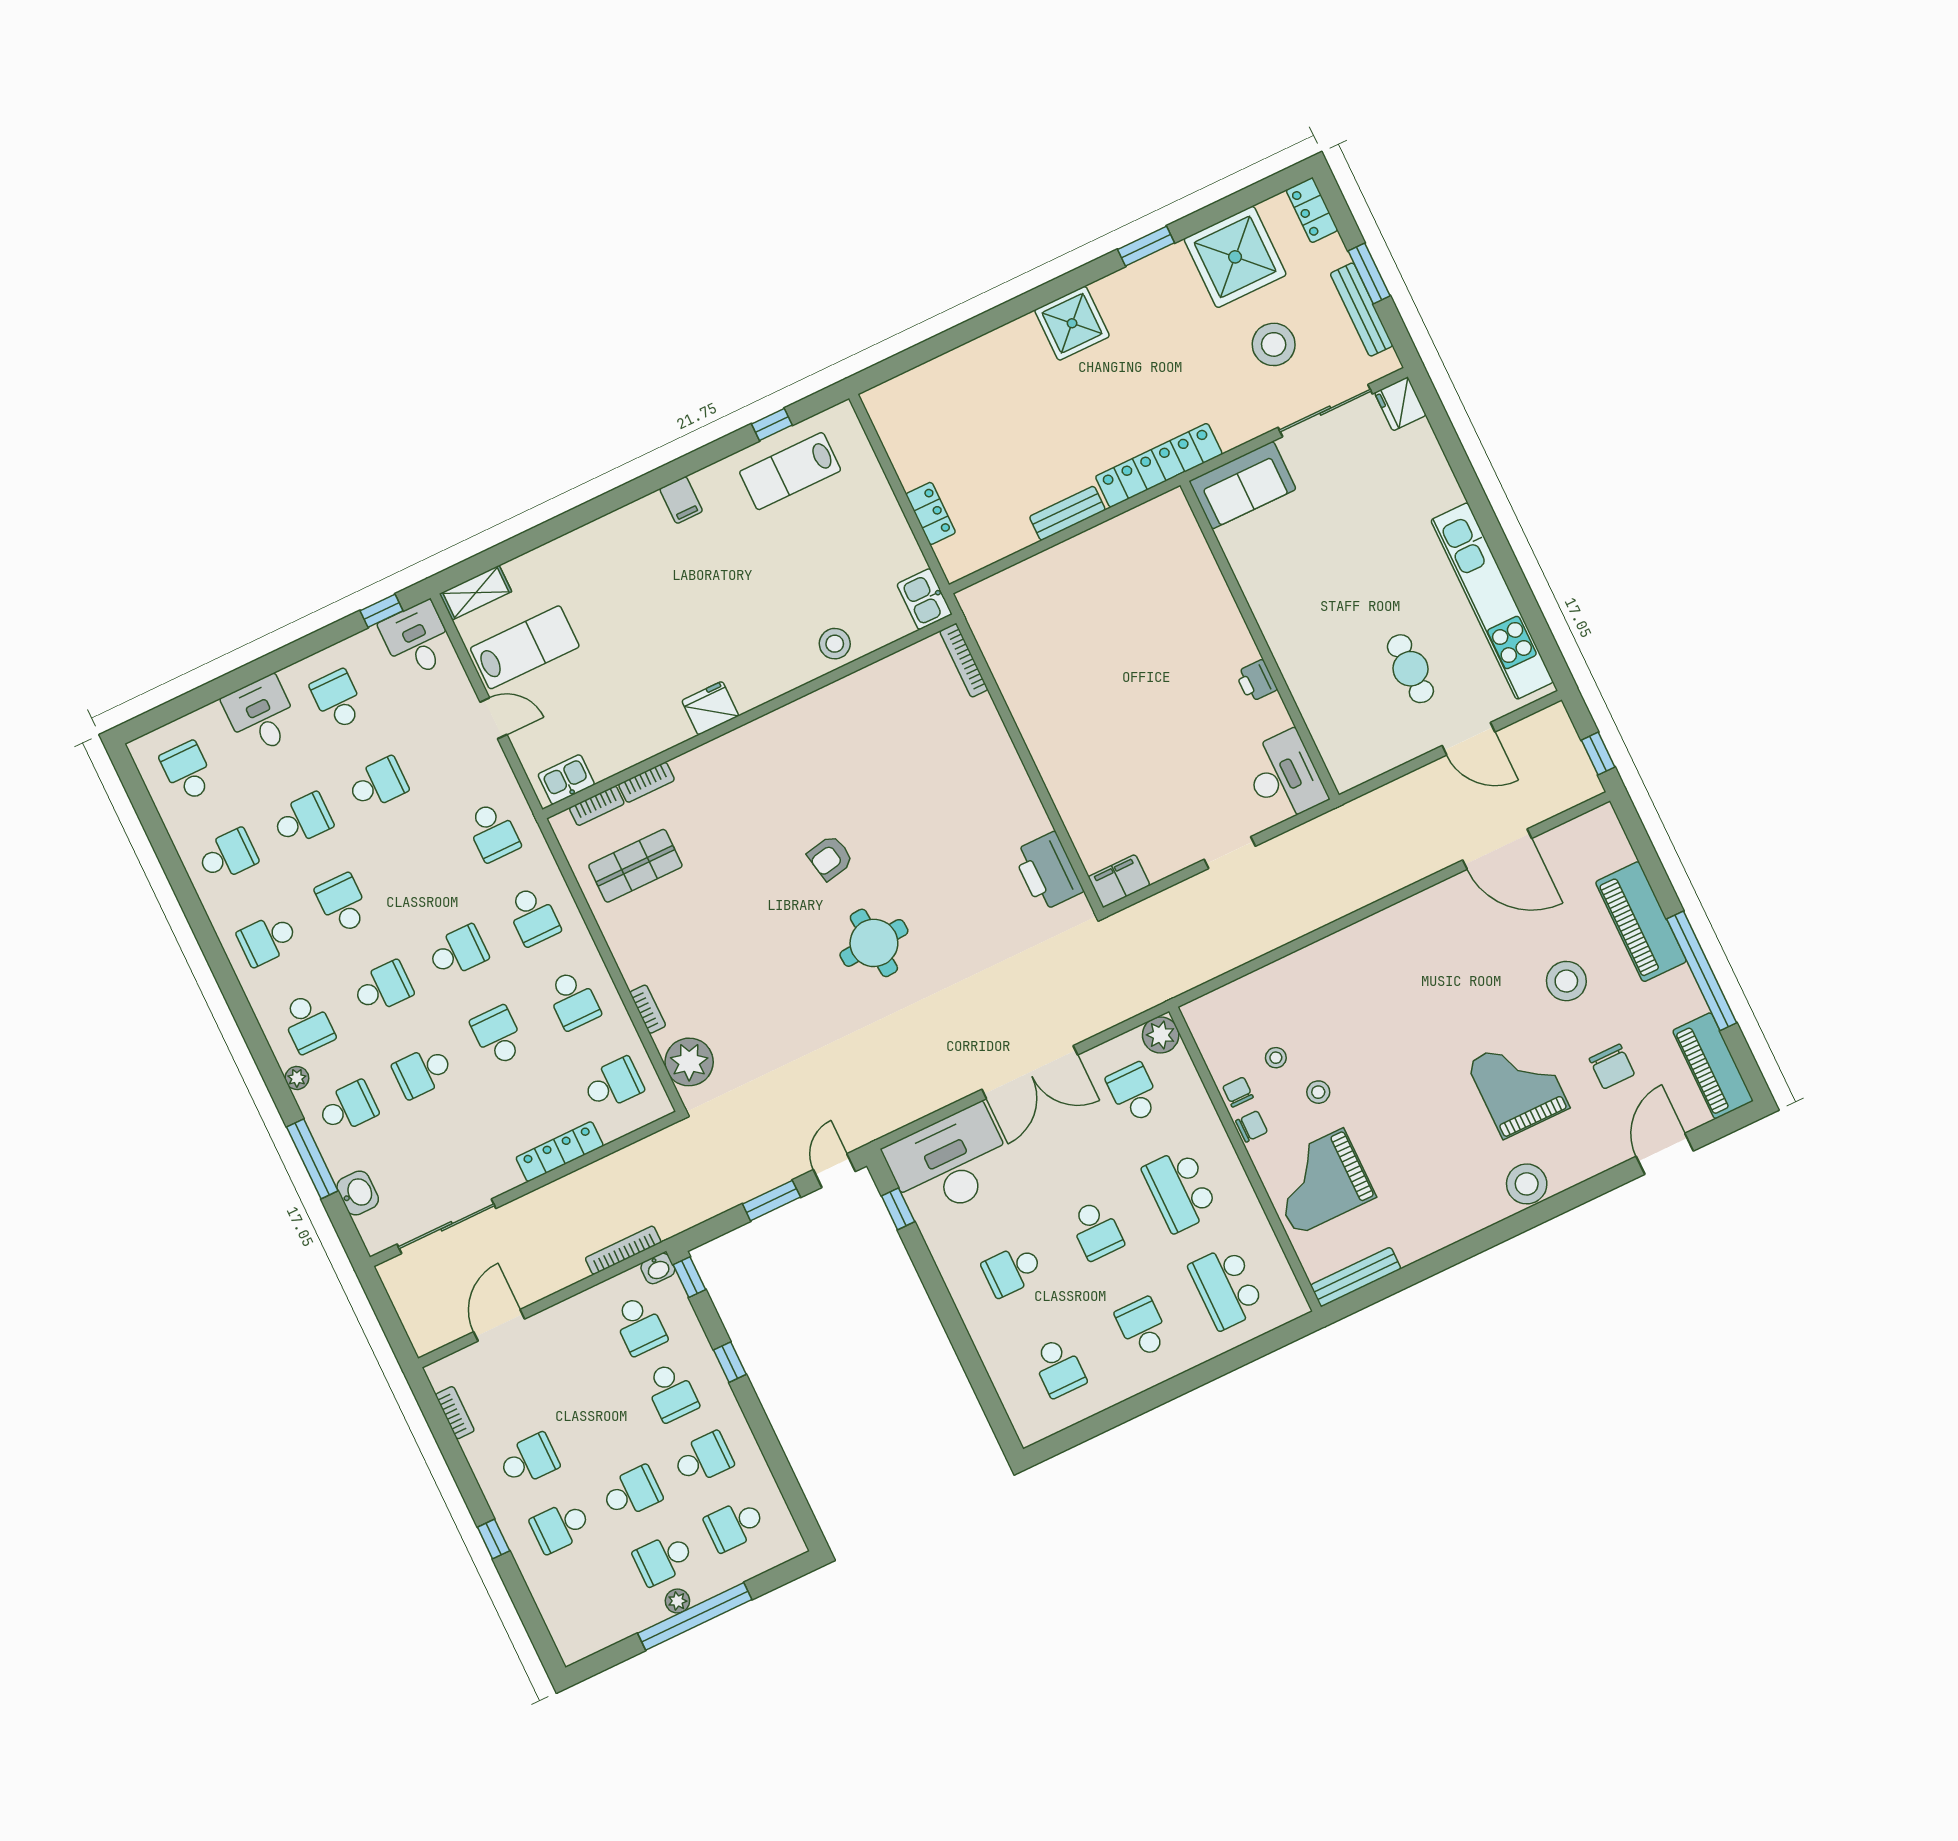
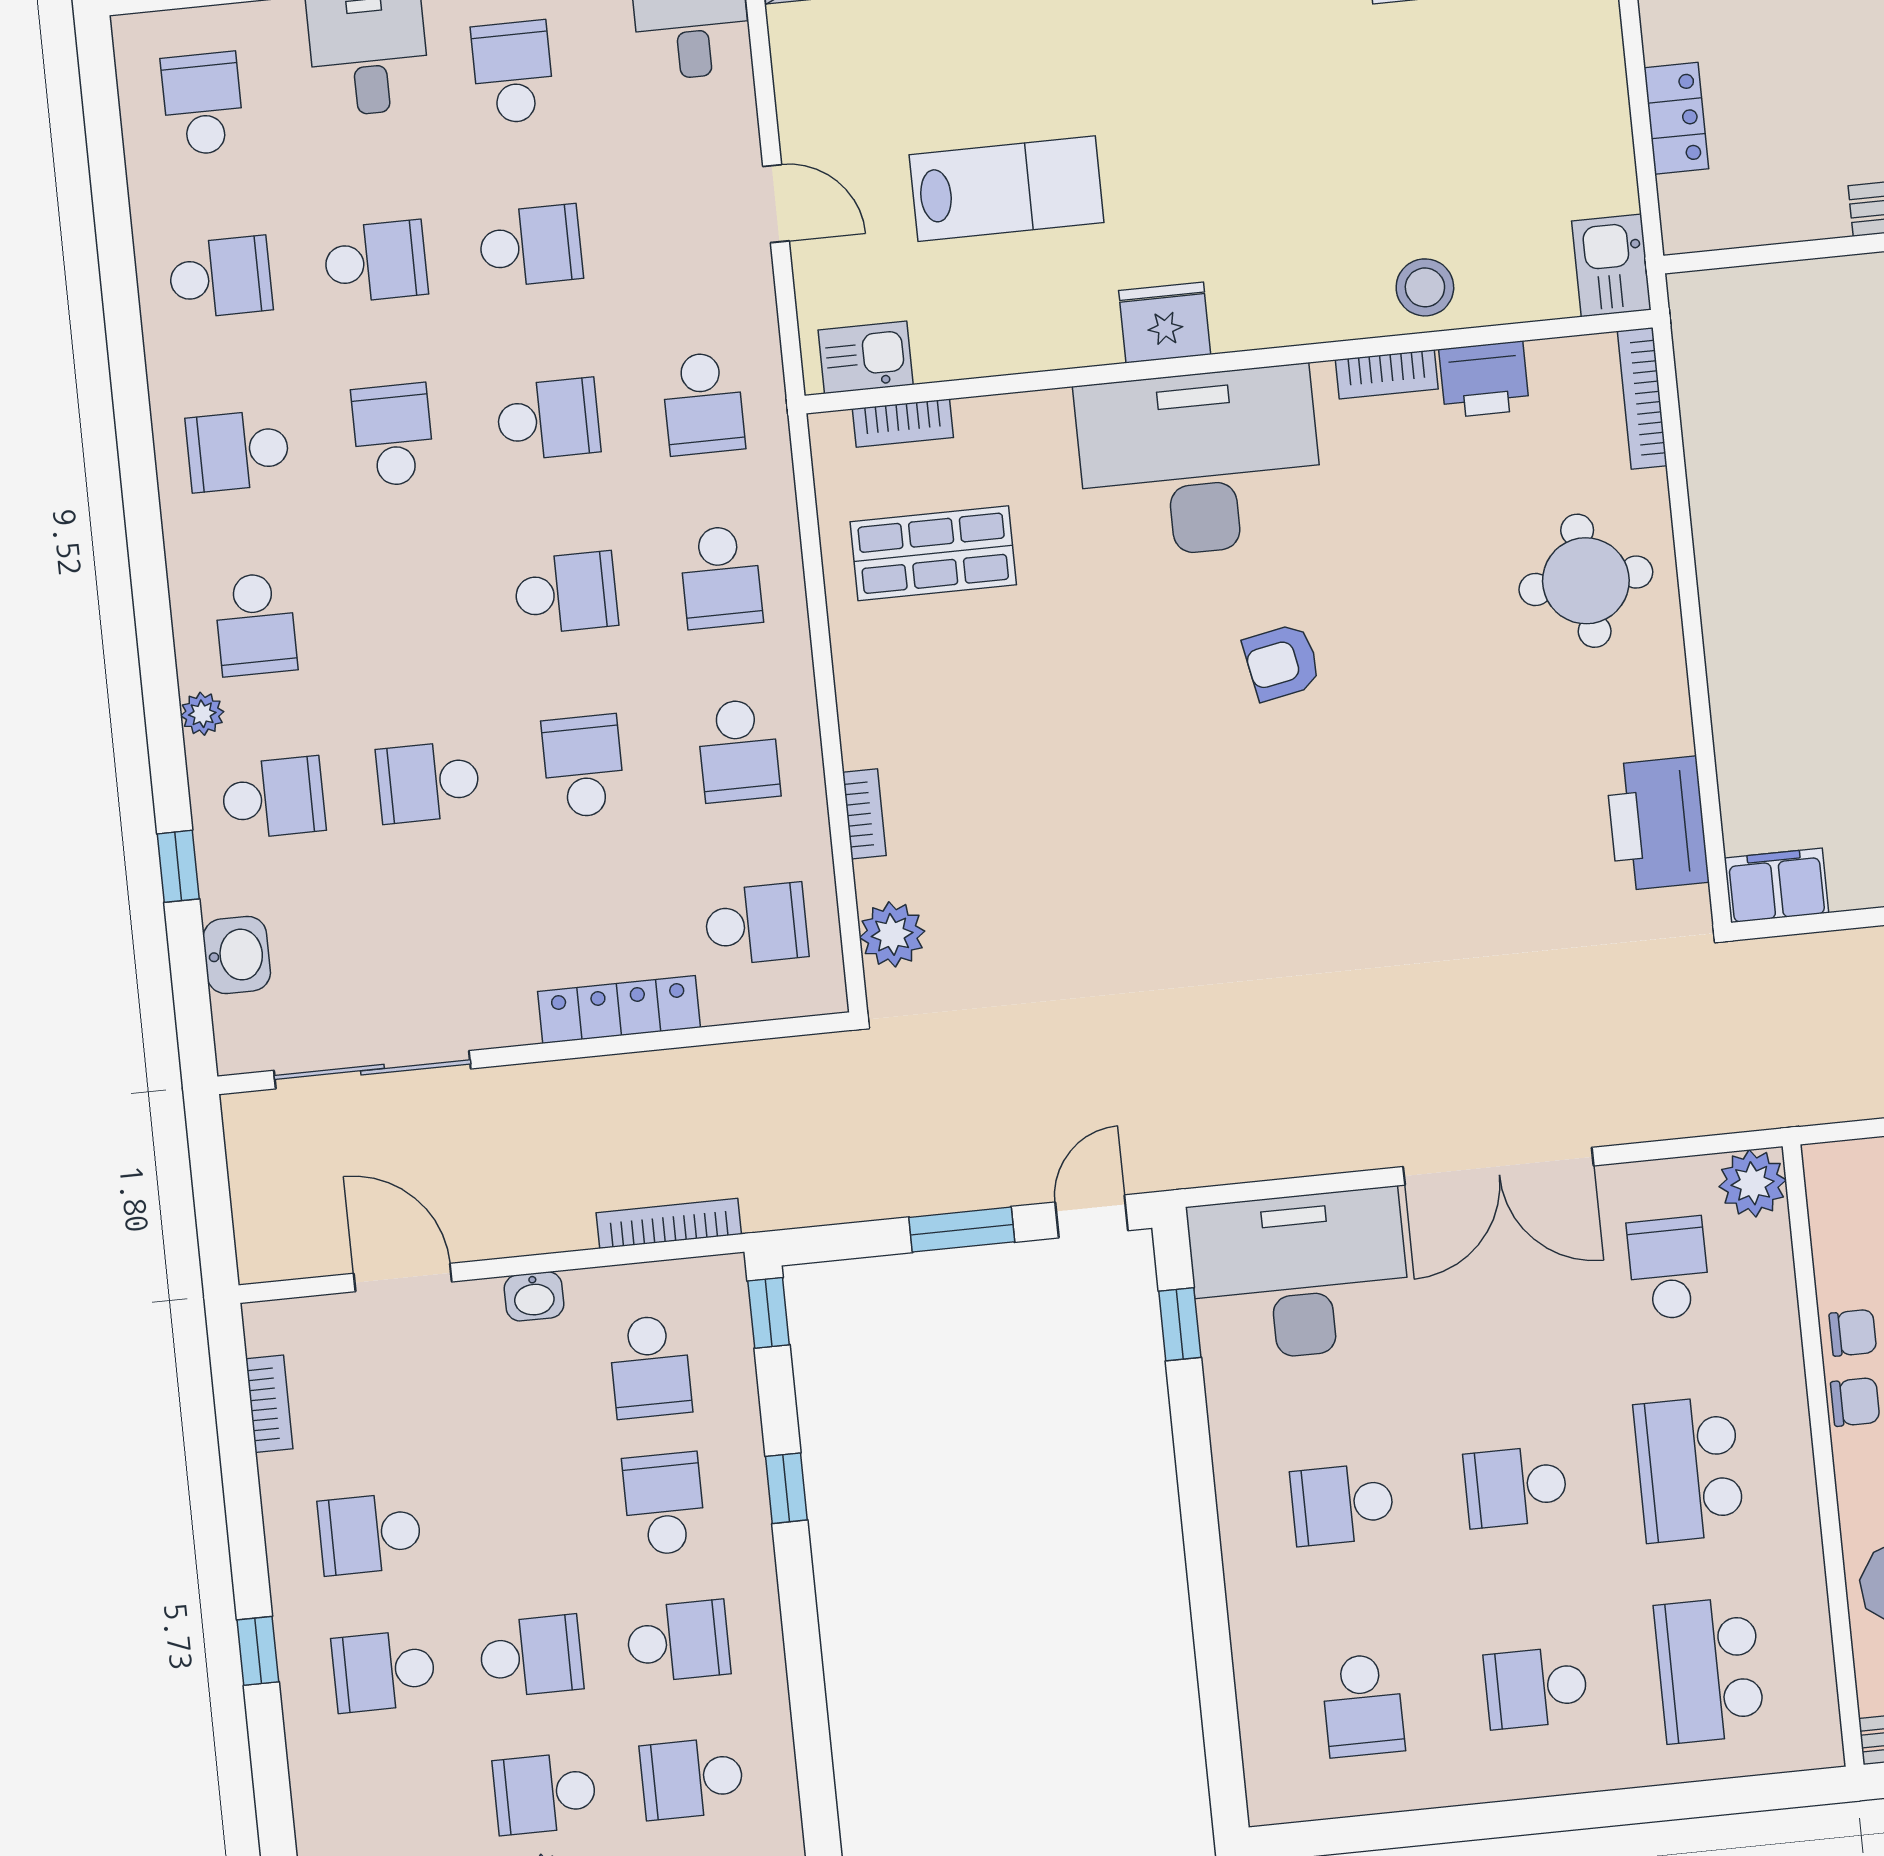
lab bench: (525, 647) -> (1007, 189), moved
printer: (881, 679) -> (1484, 379), added
desk: (753, 772) -> (1200, 463), added
bookcase: (647, 782) -> (1387, 374), moved
round table: (874, 943) -> (1586, 581), moved
school desk: (383, 988) -> (548, 419), moved
plant: (689, 1062) -> (892, 934), width x0.73, depth x0.73
chair: (1238, 1092) -> (1853, 1333), turned 90
window: (312, 1159) -> (178, 866), width x0.46
school desk: (1096, 1230) -> (1516, 1487), turned 90
washbasin: (658, 1268) -> (534, 1296), moved
door: (499, 1325) -> (403, 1278), hinge flipped
school desk: (1143, 1327) -> (1536, 1688), turned -90
school desk: (671, 1392) -> (664, 1504), turned 180
school desk: (529, 1460) -> (370, 1534), turned 180

